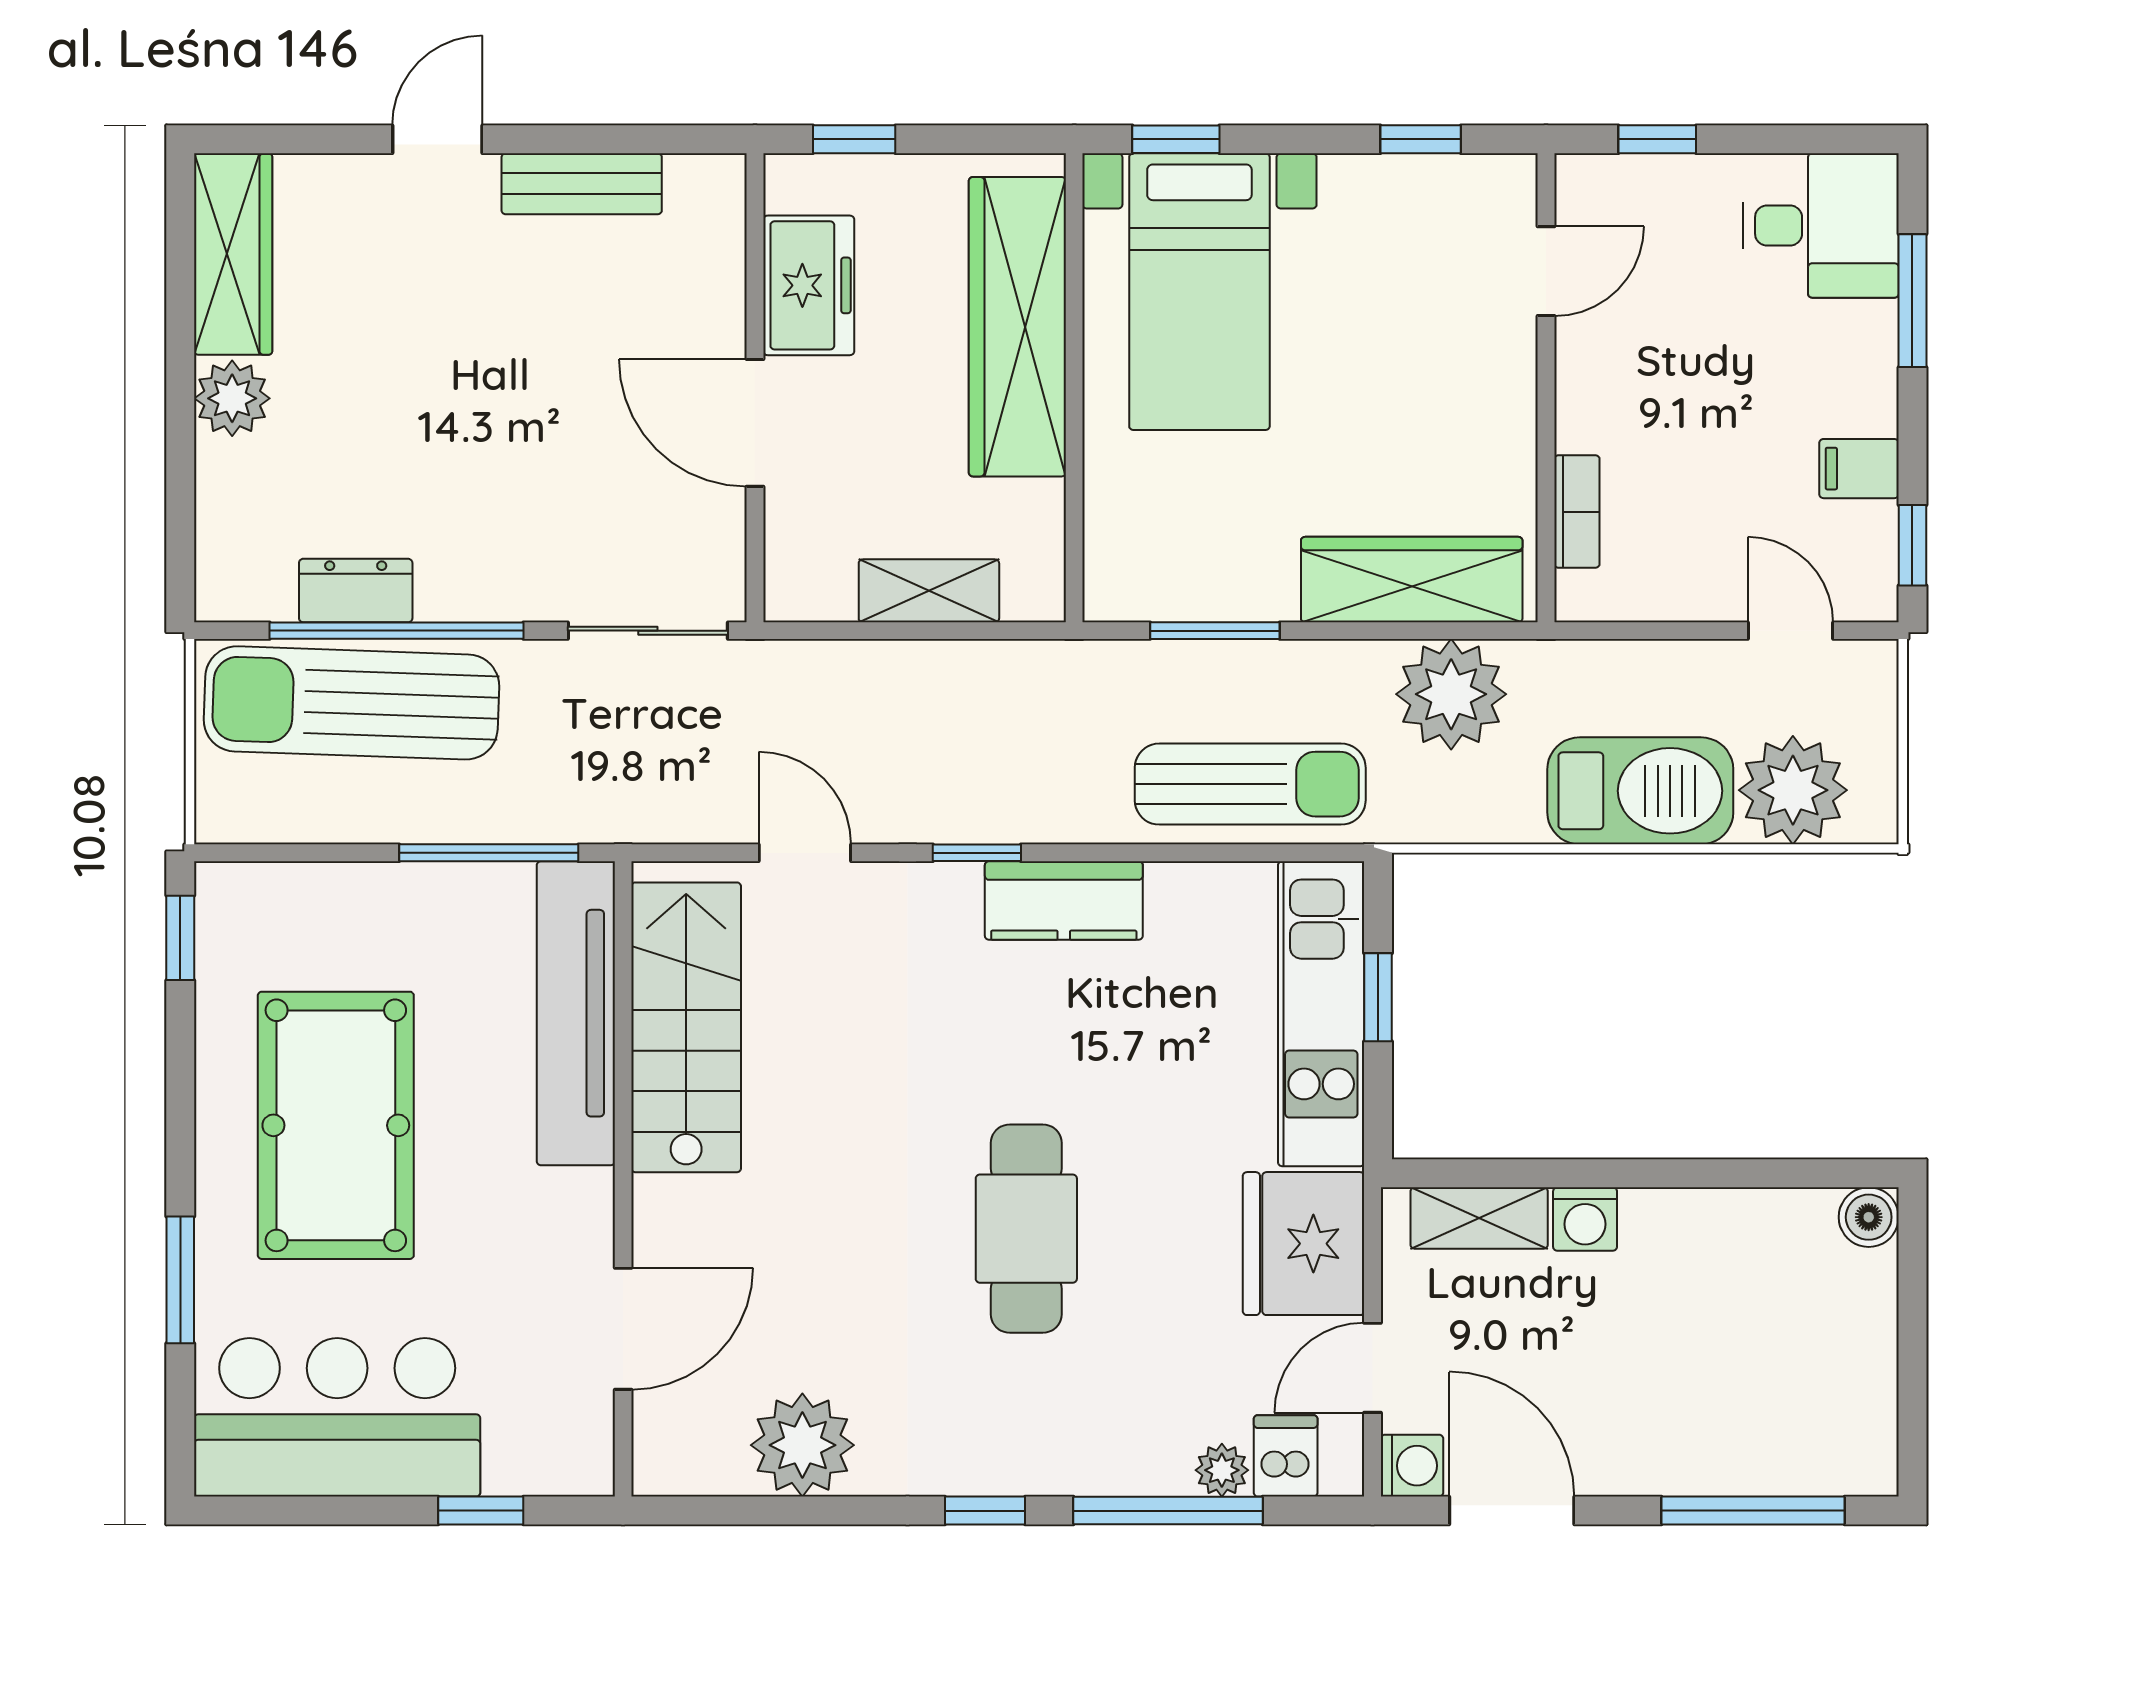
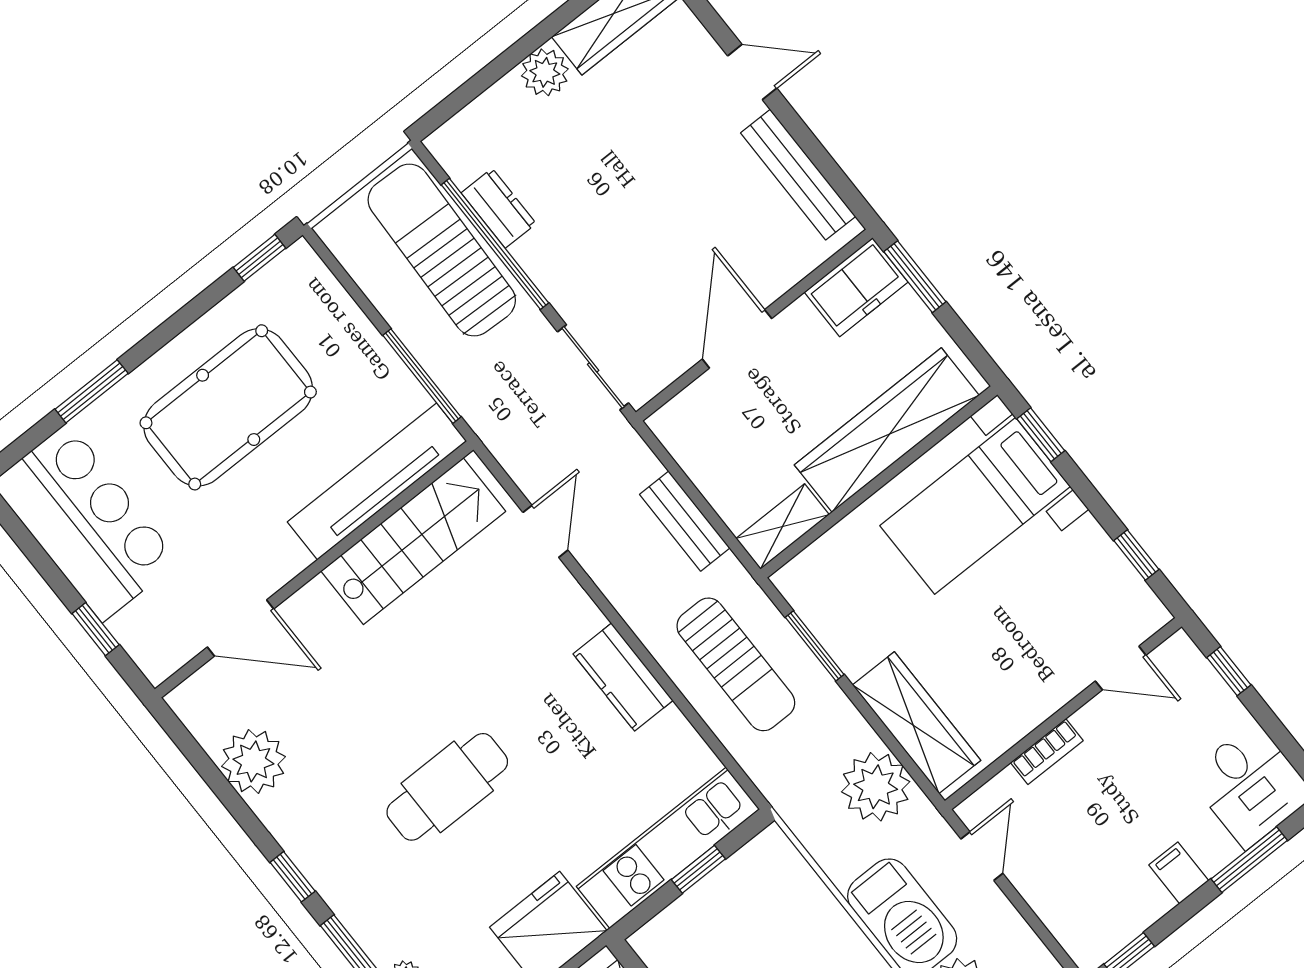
window: (854, 139) -> (915, 277), width x1.50
bench: (582, 184) -> (798, 175), width x1.36
freezer: (809, 285) -> (856, 287), moved
filing cabinet: (1859, 469) -> (1179, 873), moved
bookcase: (1577, 512) -> (1047, 752), moved
shelving: (929, 591) -> (783, 527), moved, turned 90
door: (1790, 631) -> (982, 856), moved
bench: (931, 669) -> (685, 521), added
sun lounger: (1250, 784) -> (736, 664), moved
window: (977, 853) -> (613, 616), removed

